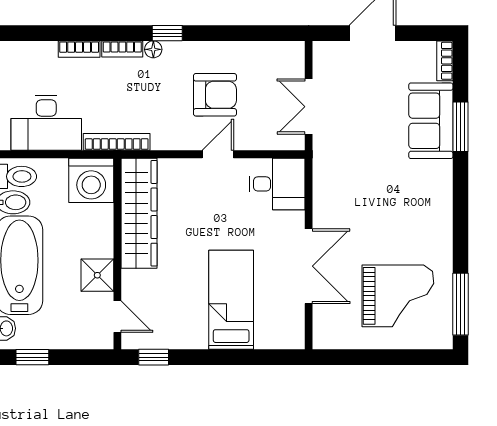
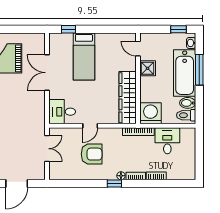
armchair: (215, 95) -> (92, 154), turned 180
desk: (46, 123) -> (167, 141), width x0.73
window: (154, 357) -> (68, 29), moved

